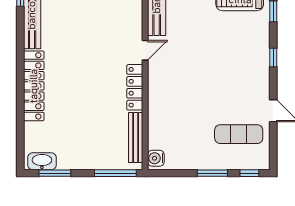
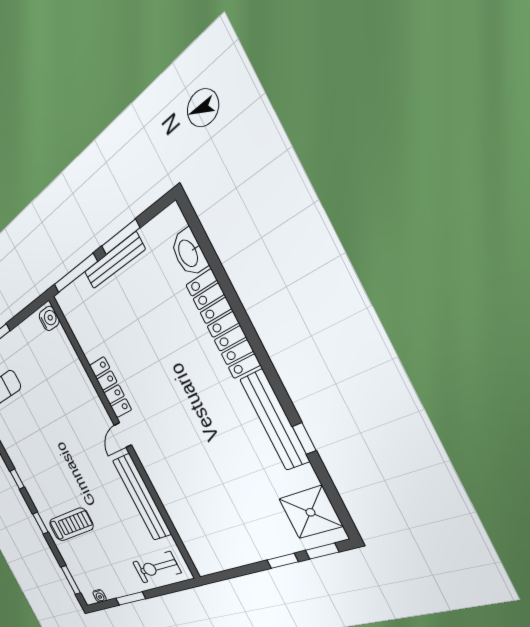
bench: (136, 137) -> (114, 261), moved, turned 90
washbasin: (42, 161) -> (189, 253), moved, turned 90
window: (55, 173) -> (120, 237), moved

